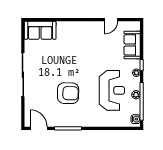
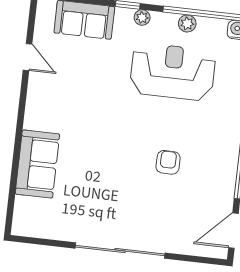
sofa: (40, 30) -> (37, 164), moved
armchair: (68, 93) -> (168, 162), width x0.53, depth x0.53

